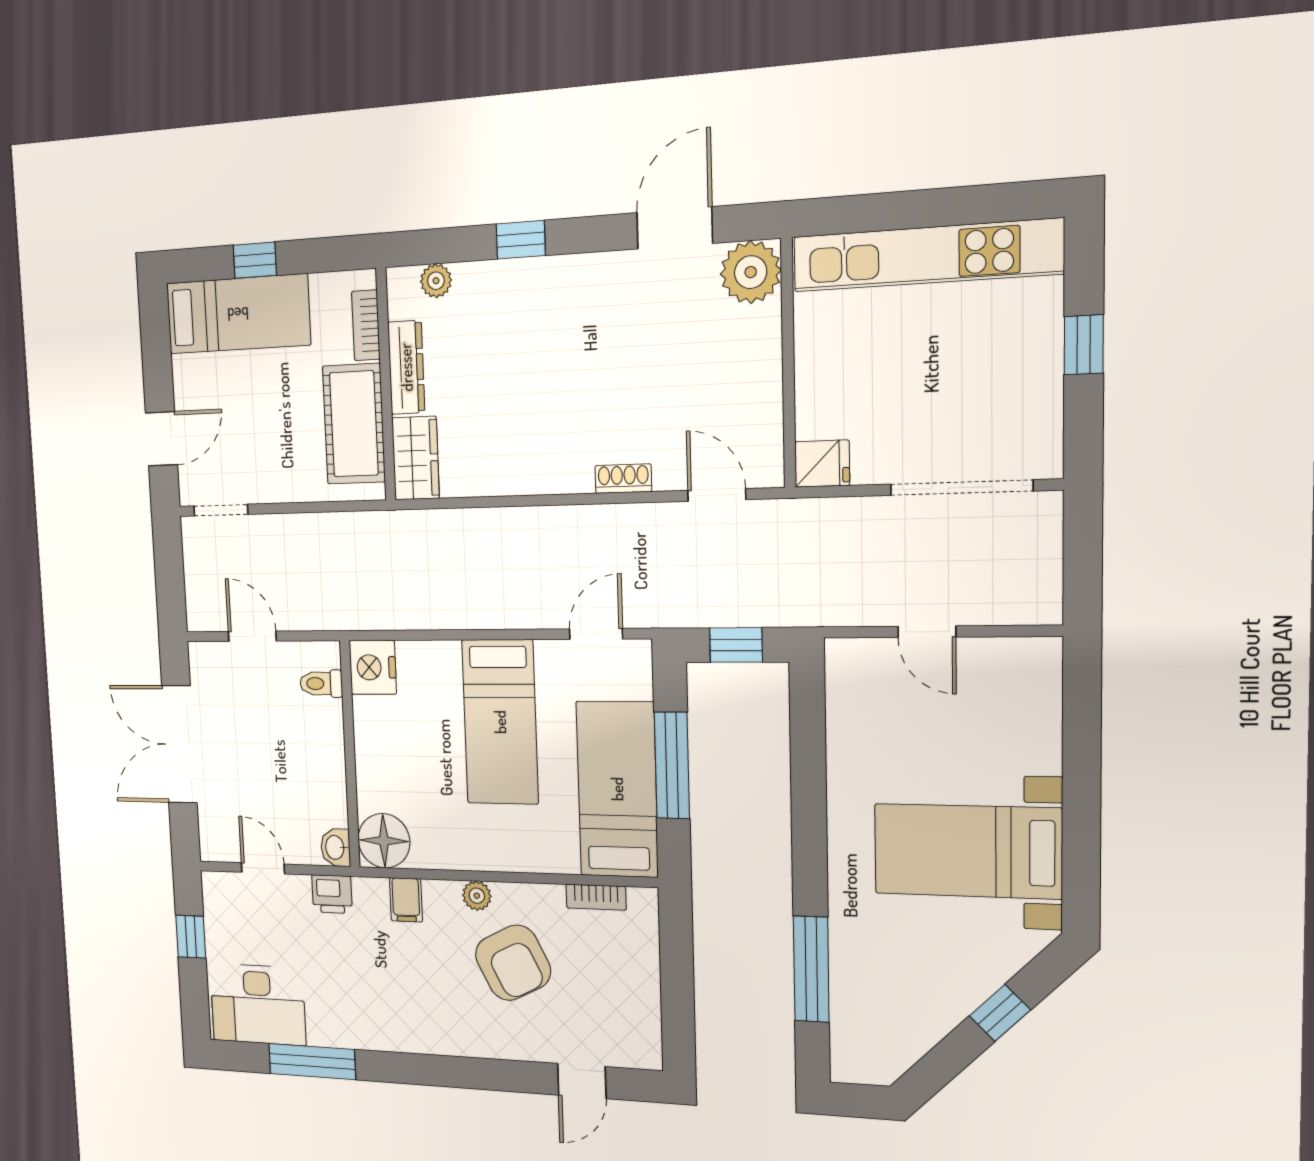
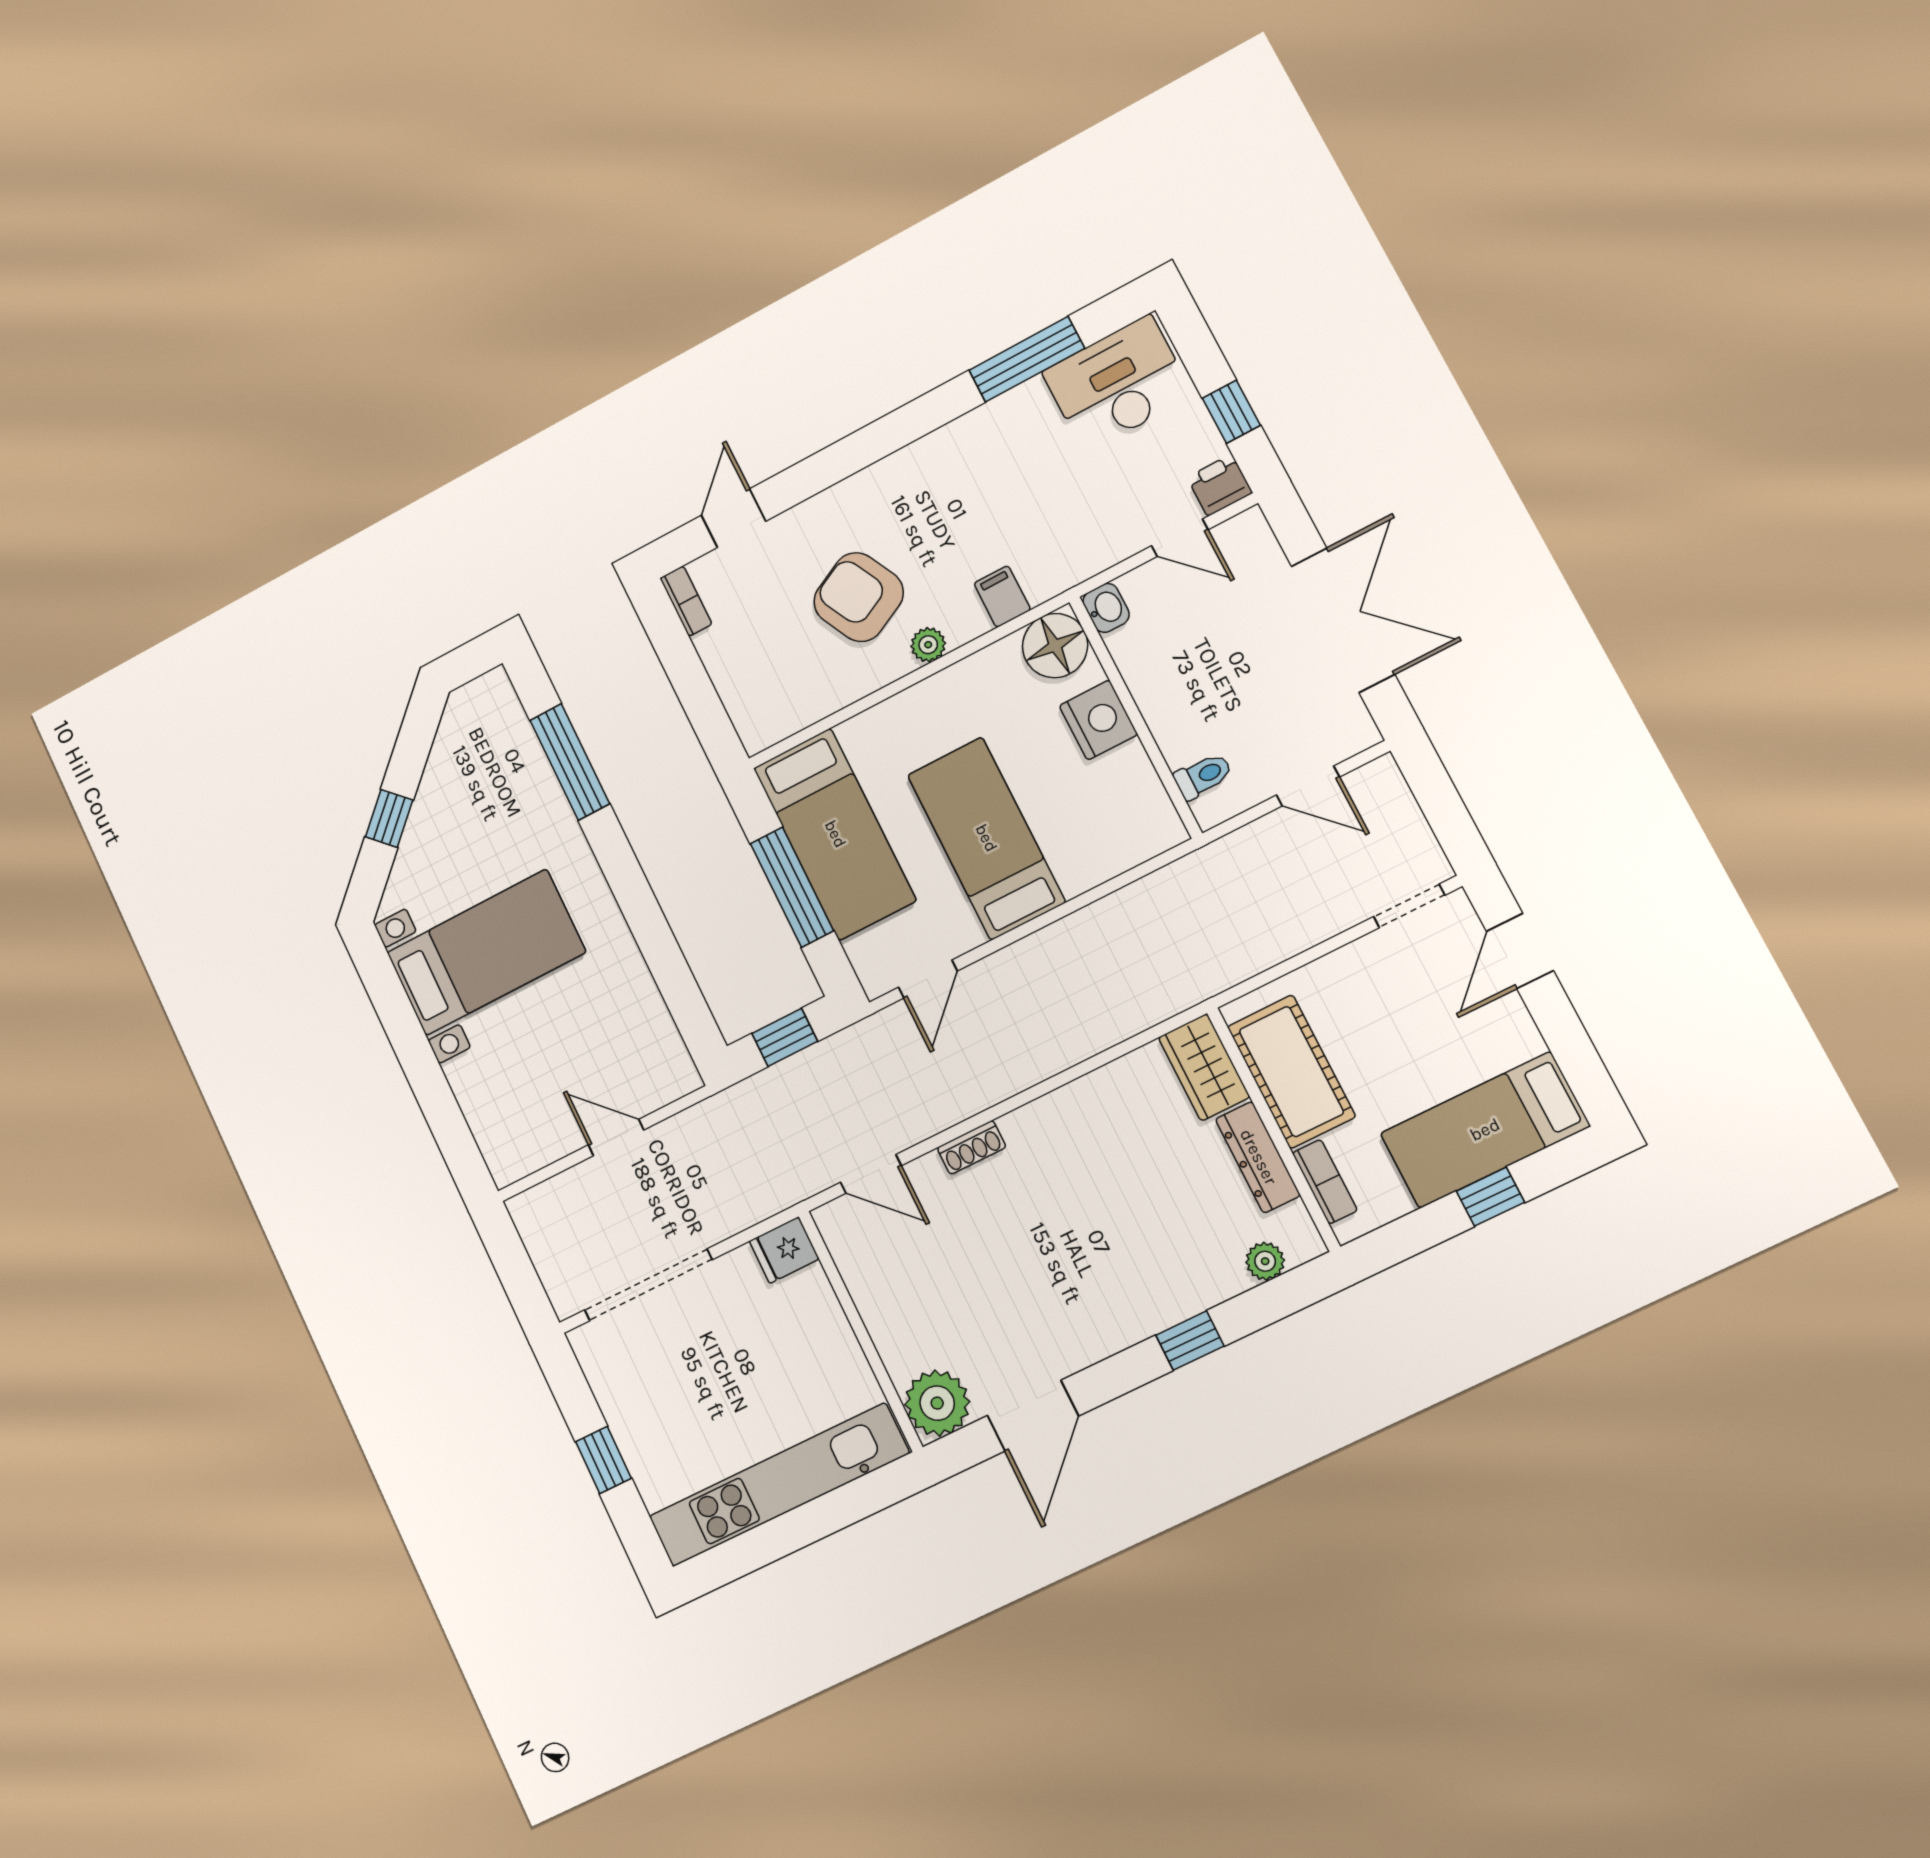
nightstand: (373, 667) -> (1098, 720), moved
printer: (332, 894) -> (1220, 485), moved
bookcase: (596, 897) -> (686, 601), moved, turned 90

